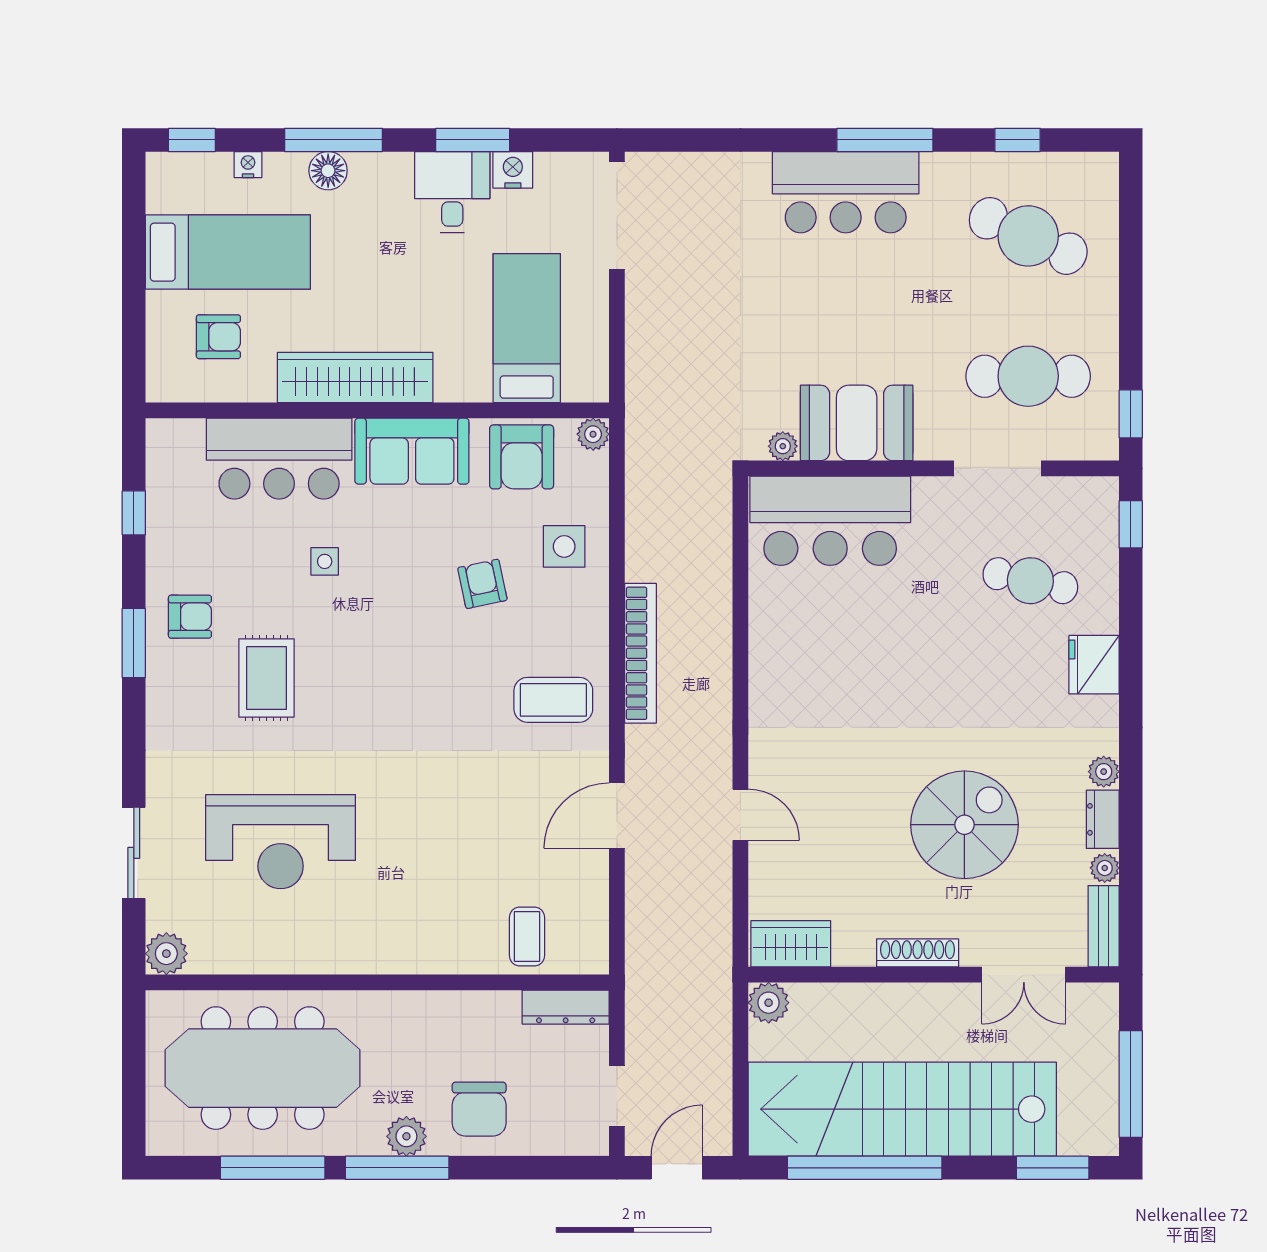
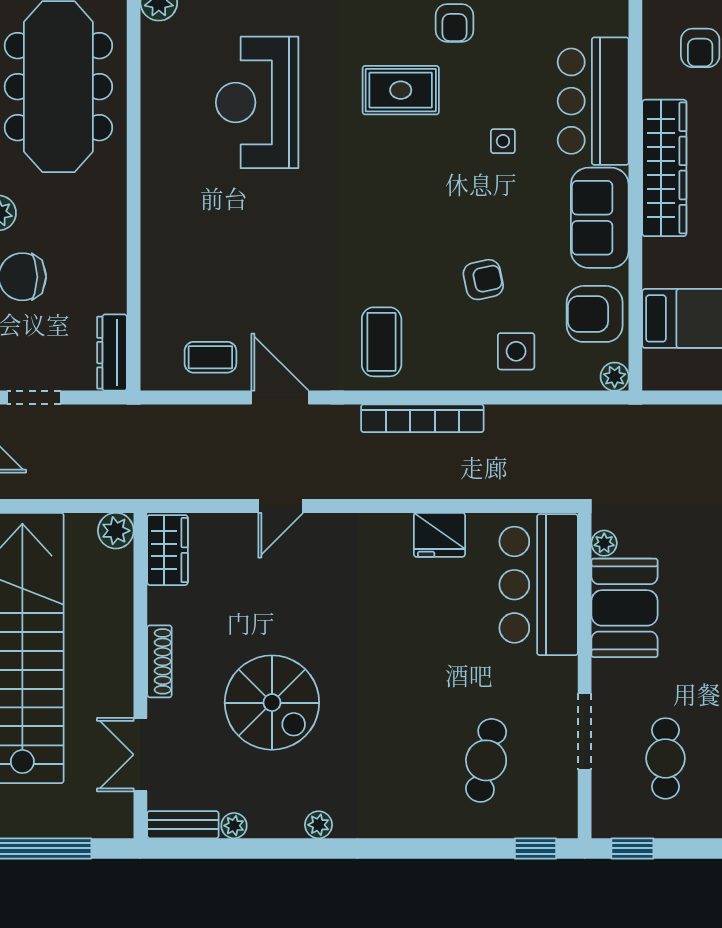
cafe table: (1028, 376) -> (665, 758), width x0.73, depth x0.74
fridge: (1094, 665) -> (439, 535), moved, turned 180
dresser: (1103, 819) -> (277, 824), removed
coffee table: (527, 936) -> (210, 357), moved

